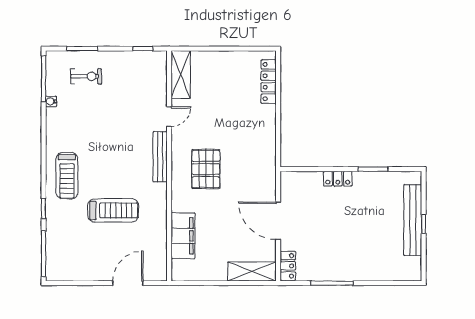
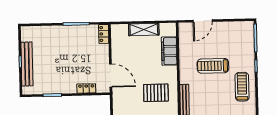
pallet: (206, 169) -> (156, 93), turned 90
locker: (338, 179) -> (86, 88), moved
door: (278, 221) -> (111, 76), moved
shelving: (252, 271) -> (144, 29), moved

